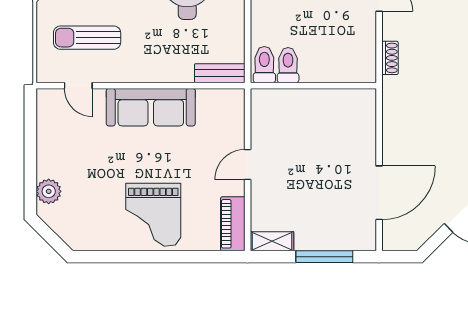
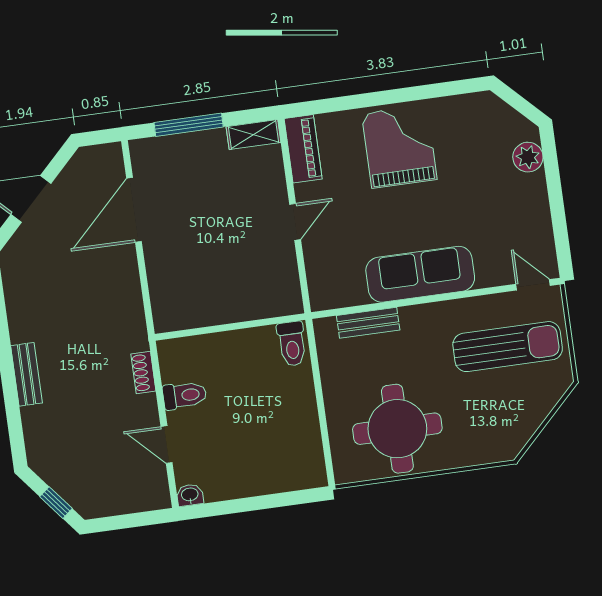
sun lounger: (87, 38) -> (508, 347), width x1.36, depth x1.34
toilet: (288, 65) -> (185, 395), moved, turned -90
bench: (220, 73) -> (368, 323), moved
door: (78, 86) -> (533, 285), moved

